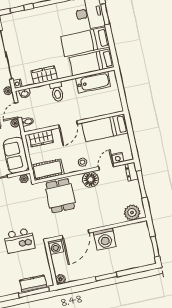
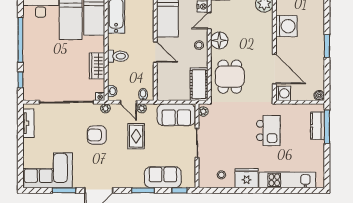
wardrobe: (41, 138) -> (164, 84), removed
door: (106, 167) -> (209, 21), hinge flipped
dining table: (60, 196) -> (230, 77), turned 90
washing machine: (105, 239) -> (286, 26), moved

